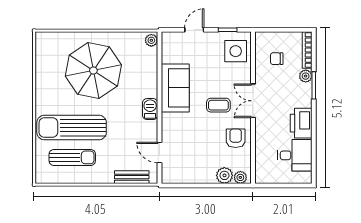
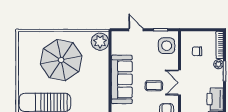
door: (194, 30) -> (136, 30), hinge flipped
plant: (151, 40) -> (100, 42), width x1.88, depth x1.88
sofa: (175, 88) -> (122, 79), width x1.36
barbecue: (150, 109) -> (103, 89), removed

